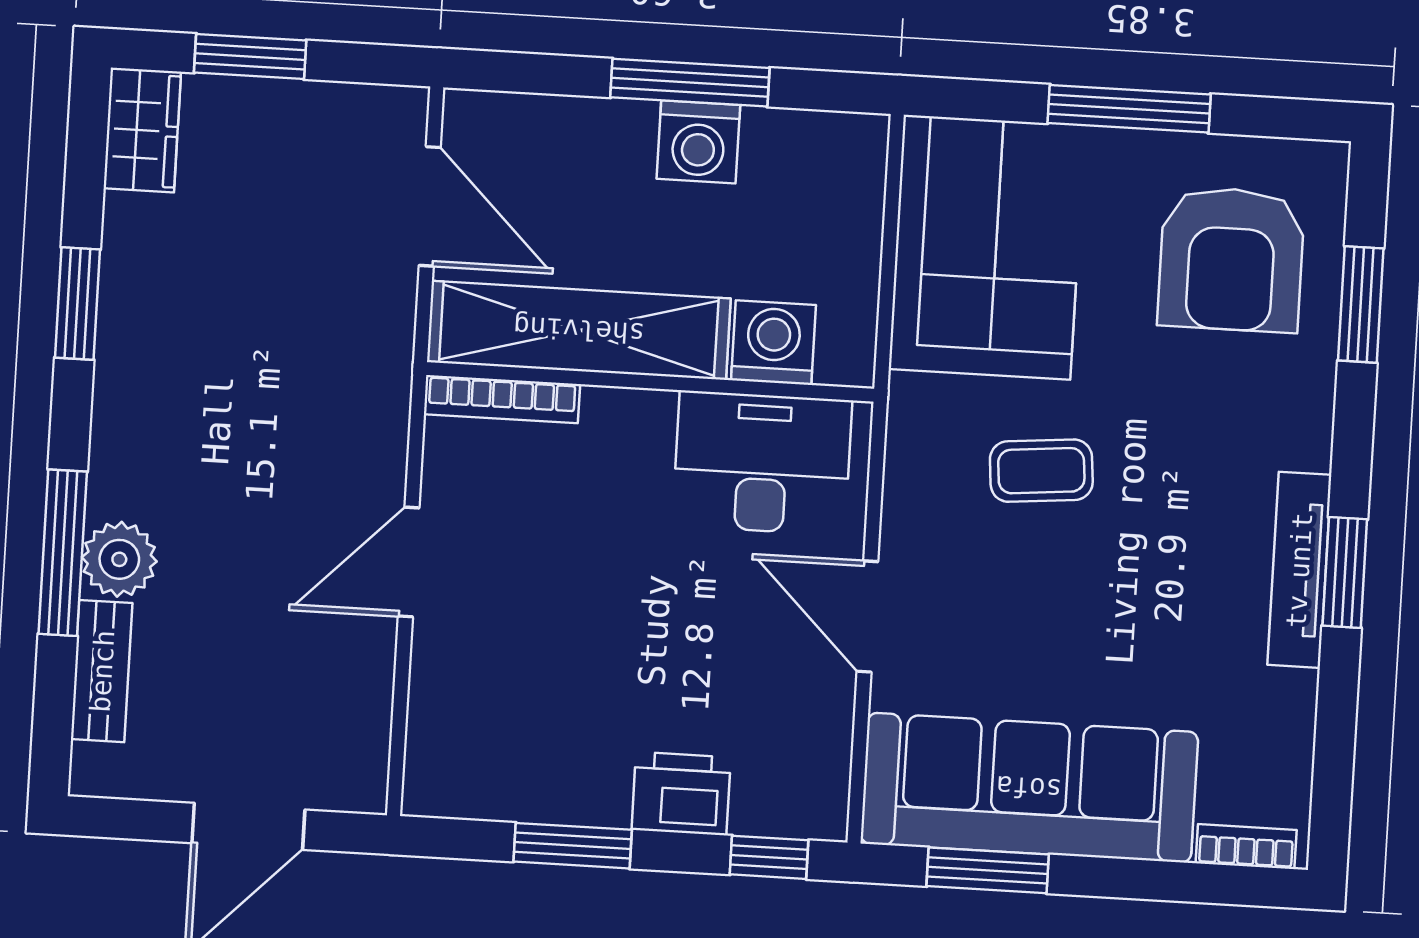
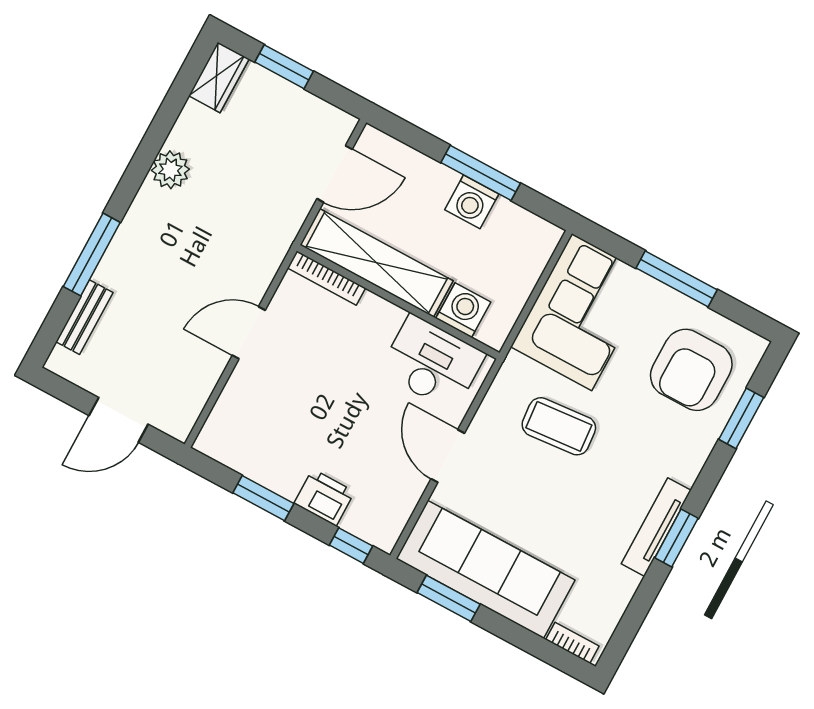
door: (430, 206) -> (335, 174), hinge flipped
window: (77, 304) -> (152, 143), removed
coffee table: (1041, 471) -> (559, 426), width x1.36, depth x1.30
plant: (119, 559) -> (170, 170), moved

